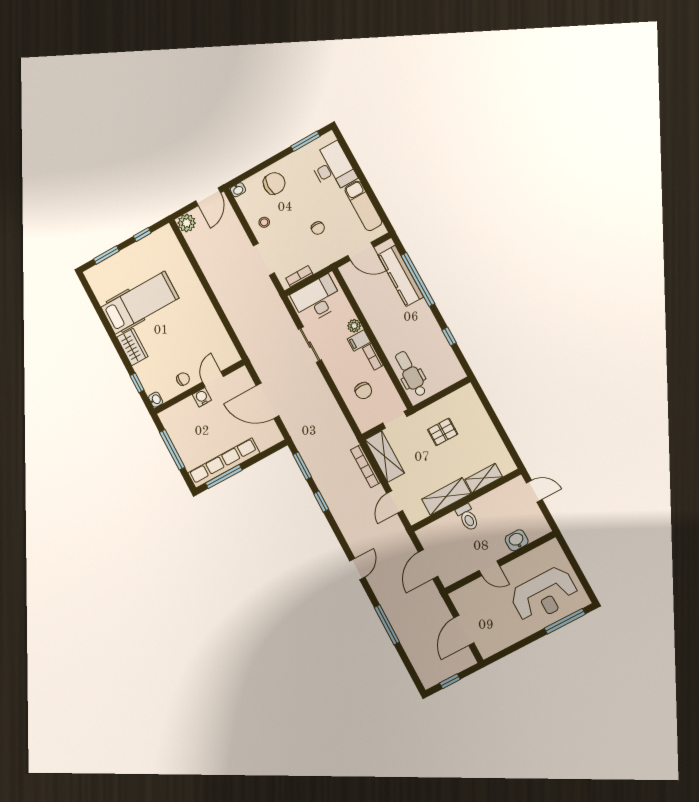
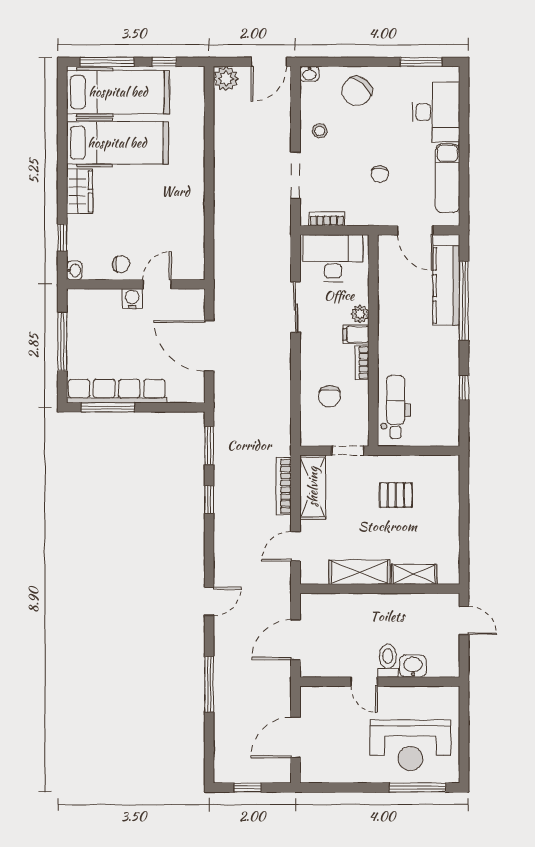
chair: (274, 183) -> (357, 91), turned 131
window: (106, 255) -> (107, 62), width x1.44
hospital bed: (123, 270) -> (118, 92), added
toilet: (468, 517) -> (388, 661), moved, turned 180

